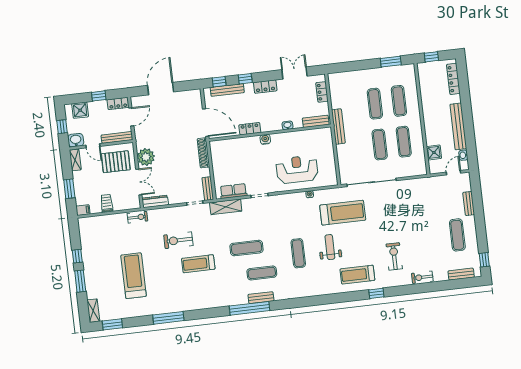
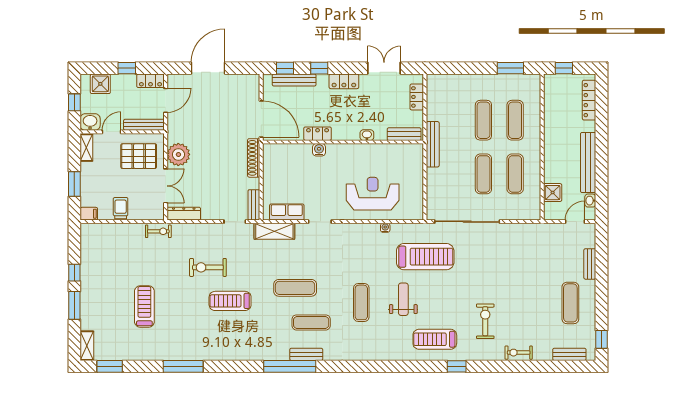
water cooler: (265, 139) -> (319, 150), moved
door: (93, 146) -> (111, 132), swing flipped
treadmill: (134, 276) -> (144, 307), width x0.73, depth x0.73

